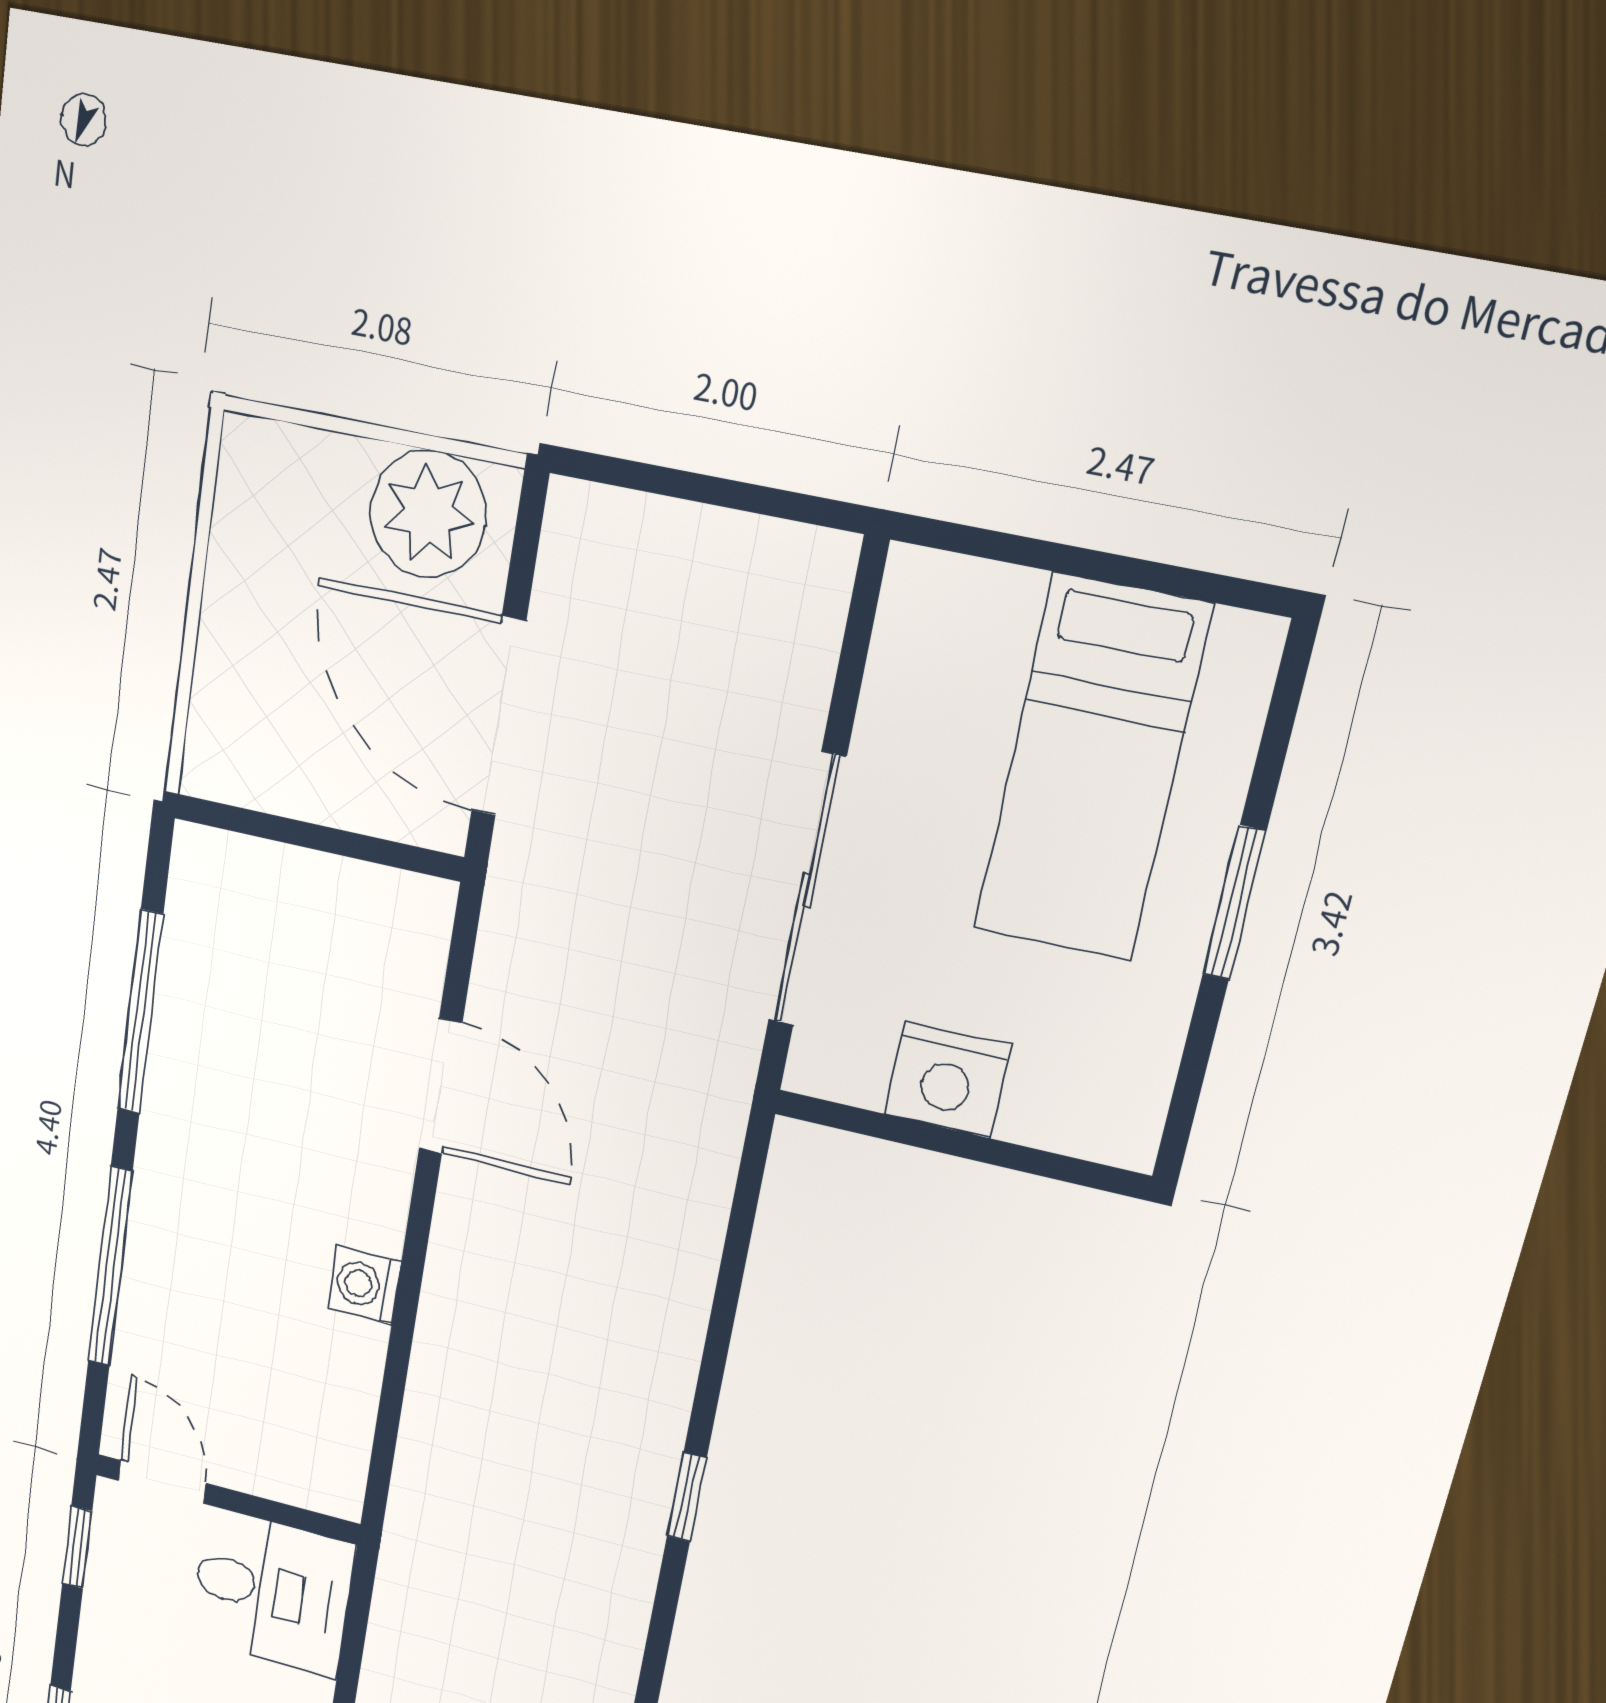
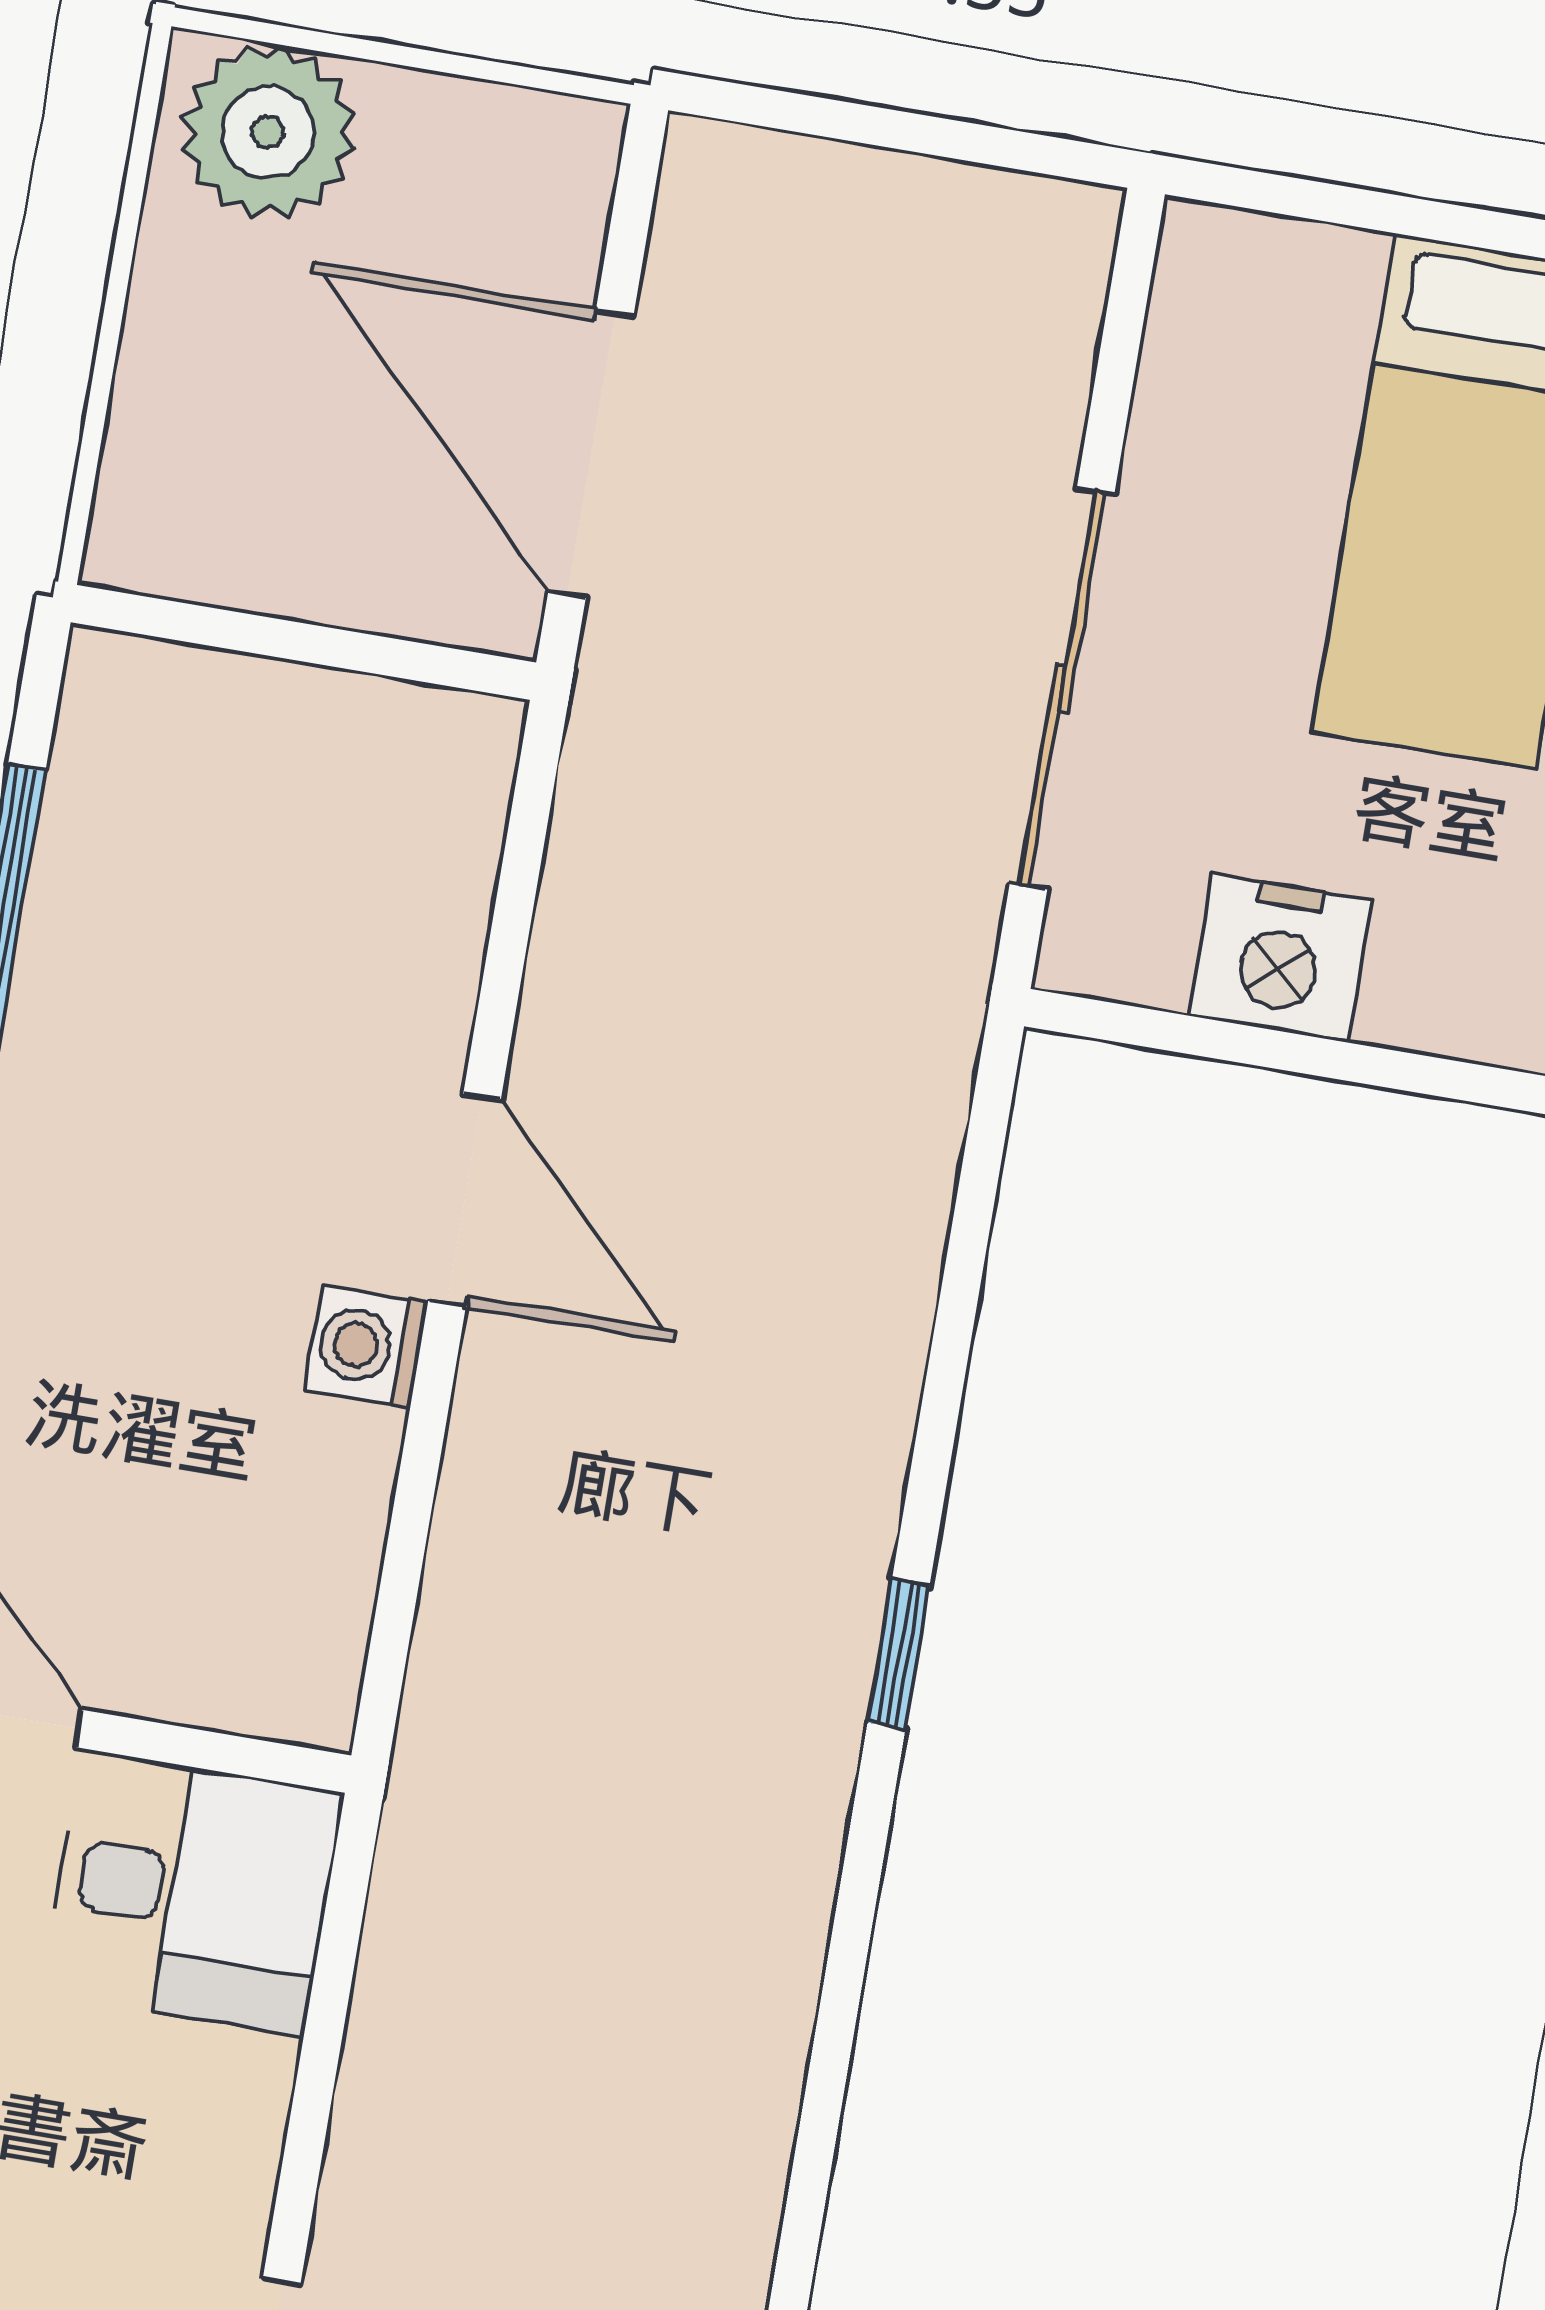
plant: (428, 514) -> (268, 132), moved
door: (441, 1086) -> (465, 1200), moved

